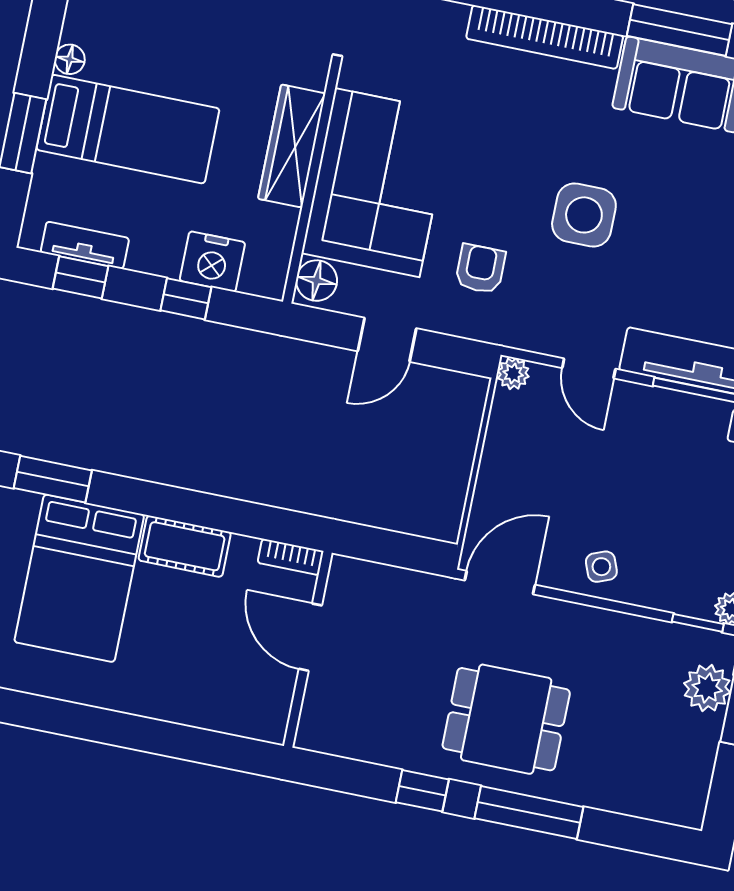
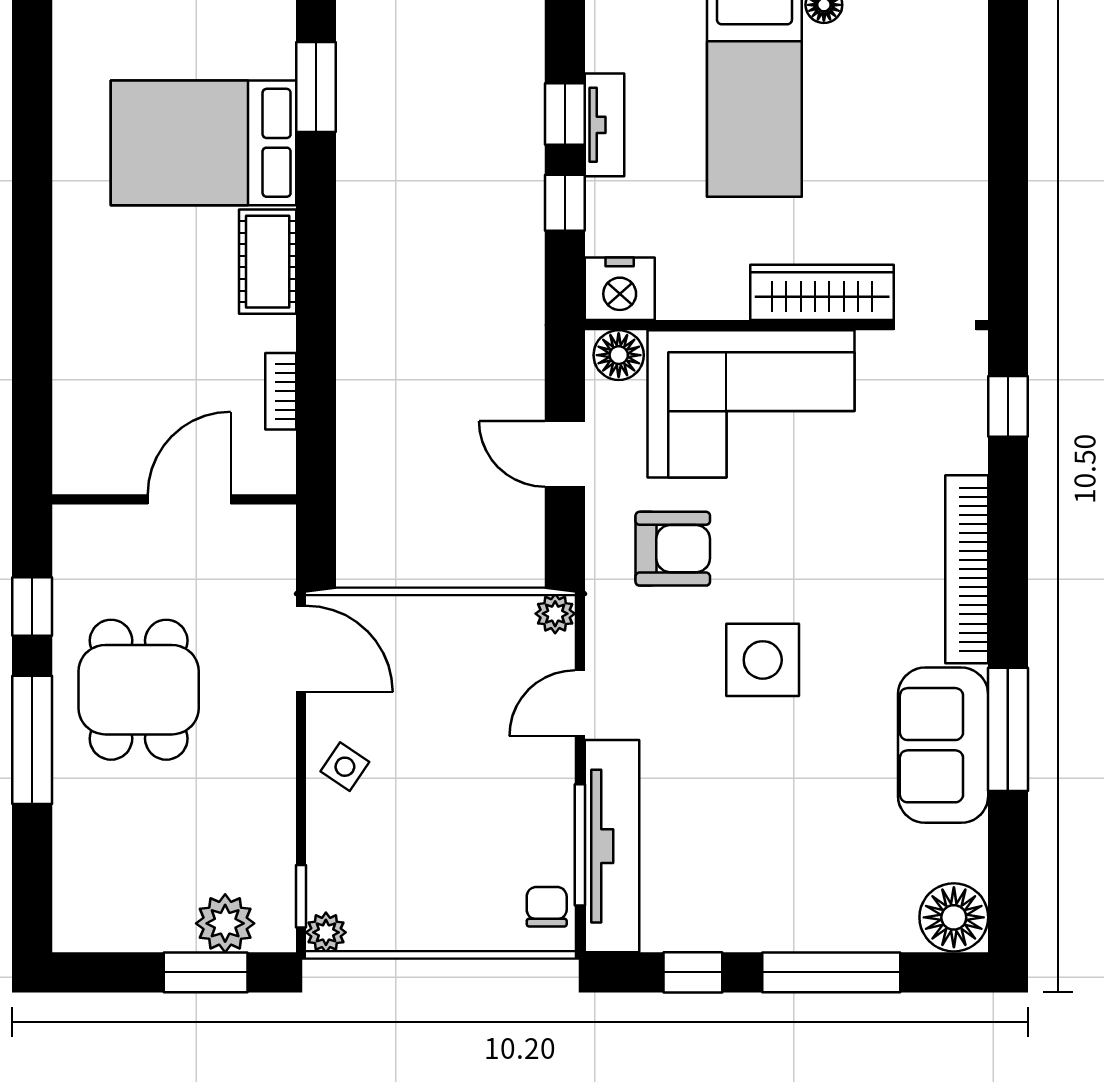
wardrobe: (292, 146) -> (822, 292), moved
tv unit: (85, 245) -> (604, 125), moved
nightstand: (212, 262) -> (620, 289), moved, turned -90
armchair: (480, 269) -> (673, 549), width x1.38, depth x1.38
window: (80, 277) -> (565, 114), moved
side table: (601, 567) -> (345, 767), turned -35
door: (310, 637) -> (189, 499), moved
wall: (308, 649) -> (174, 499), moved

